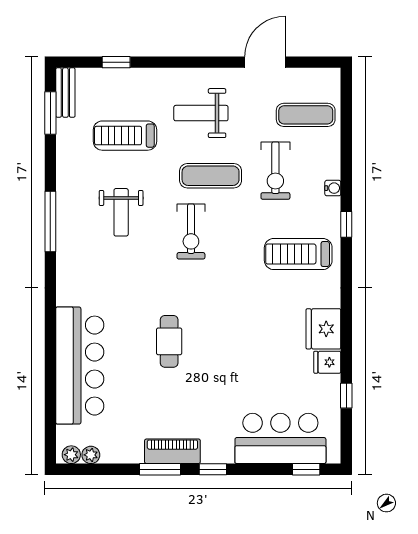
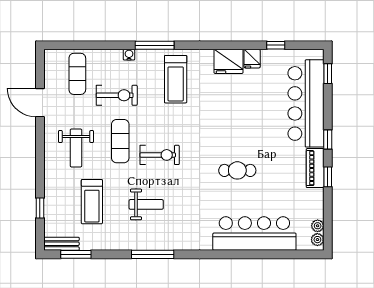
window: (346, 224) -> (155, 45), width x2.17
bar counter: (280, 438) -> (306, 103), width x1.36
window: (160, 469) -> (328, 177), width x0.67

